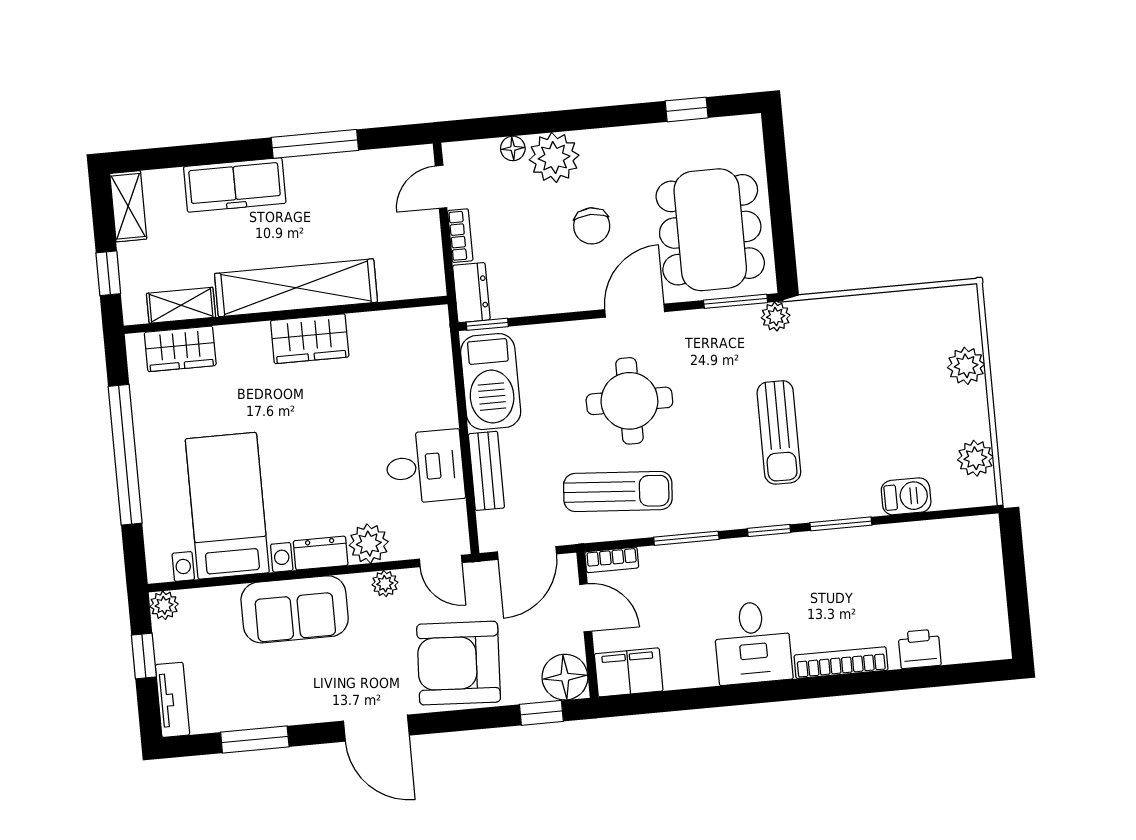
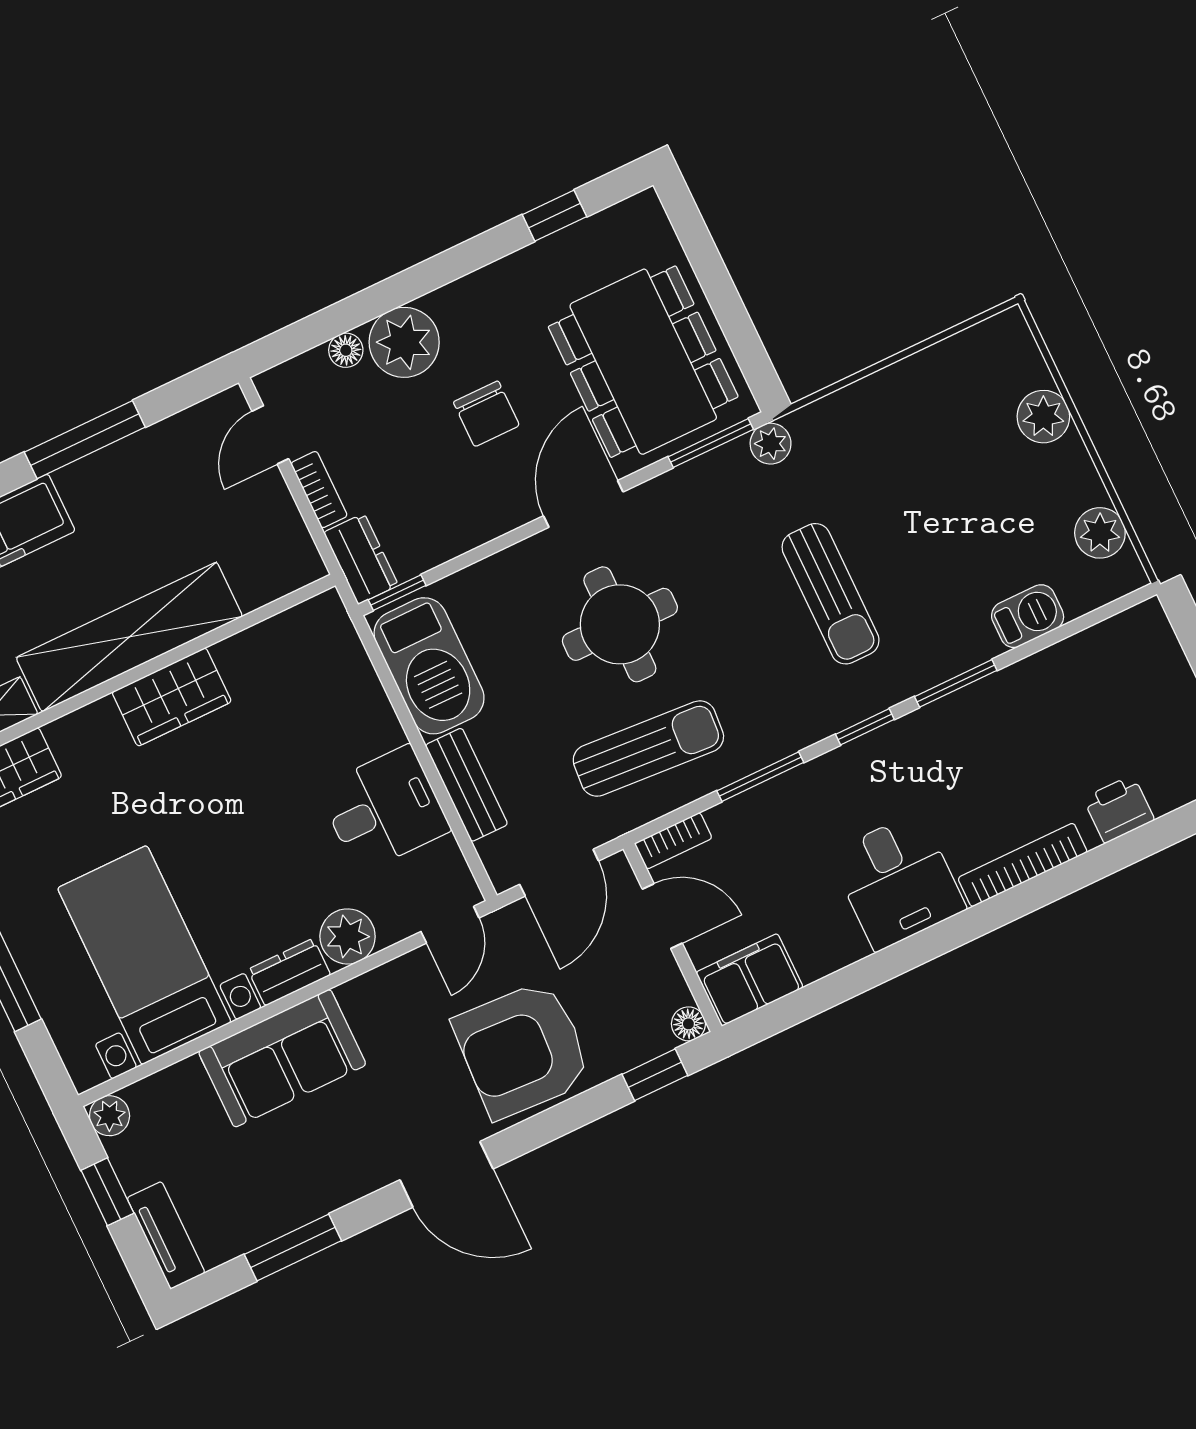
door: (441, 561) -> (450, 925), hinge flipped
plant: (385, 584) -> (388, 981), removed
floor lamp: (565, 677) -> (688, 1024), width x0.53, depth x0.53

